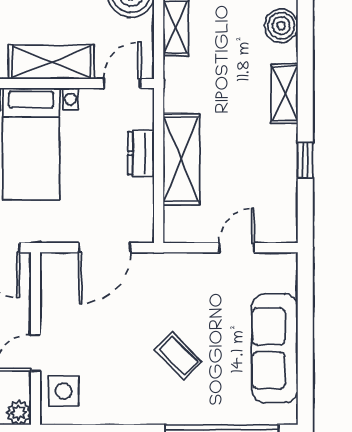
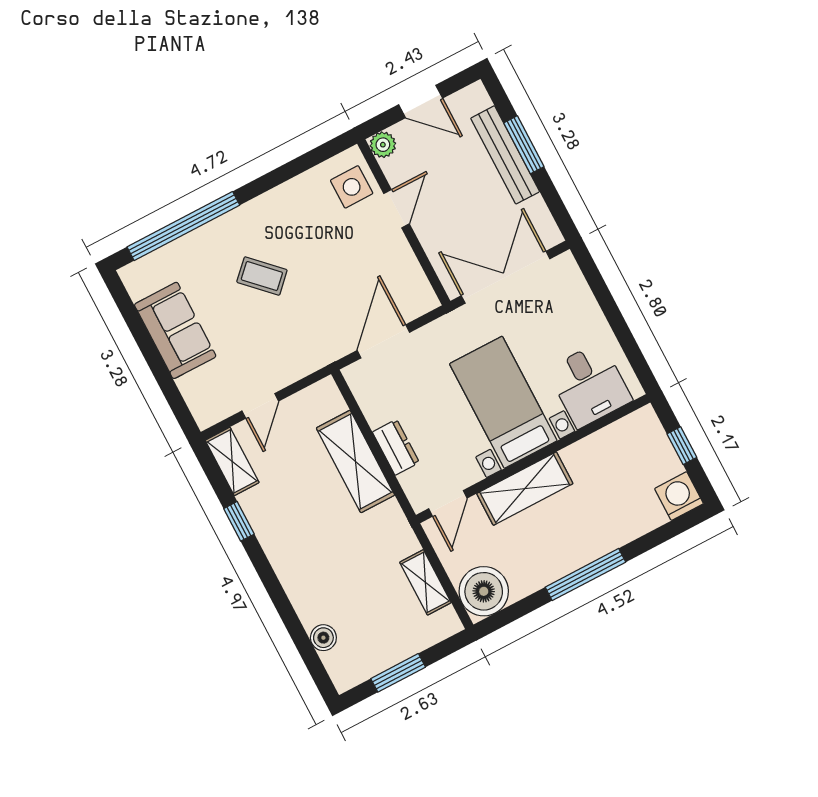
boiler: (281, 26) -> (323, 638), width x0.73, depth x0.73
shelving: (285, 93) -> (232, 461), moved
sofa: (275, 348) -> (175, 330), width x0.73

